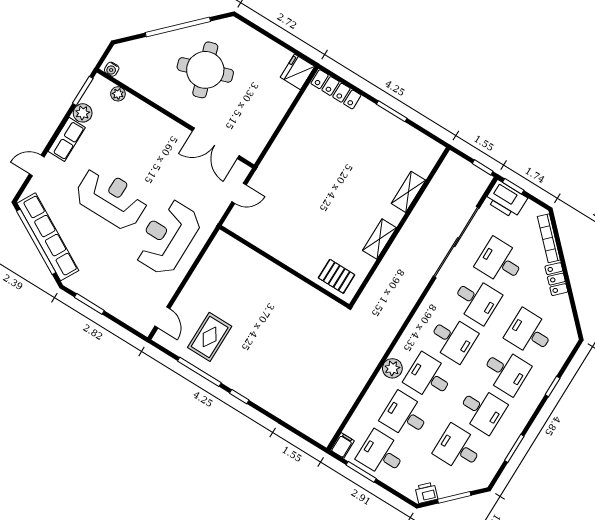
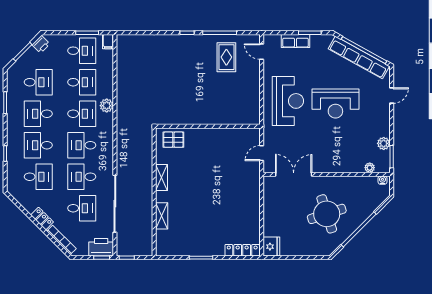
row of seats: (67, 139) -> (295, 41), moved, turned -90

